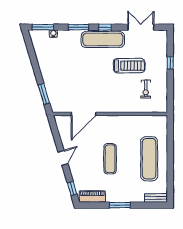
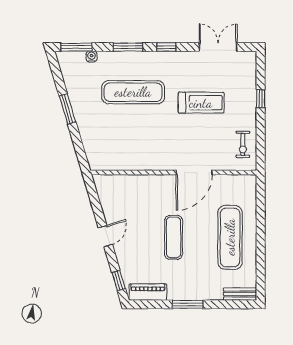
exercise mat: (103, 39) -> (133, 92), moved
exercise bike: (146, 89) -> (243, 144), moved
window: (44, 94) -> (67, 109), moved
door: (84, 114) -> (194, 173), moved

